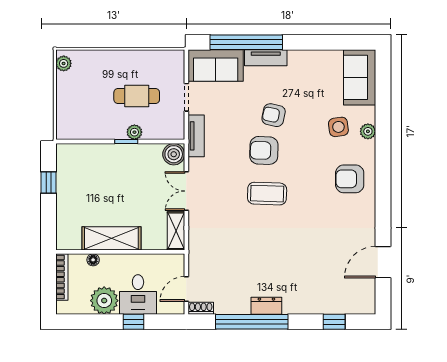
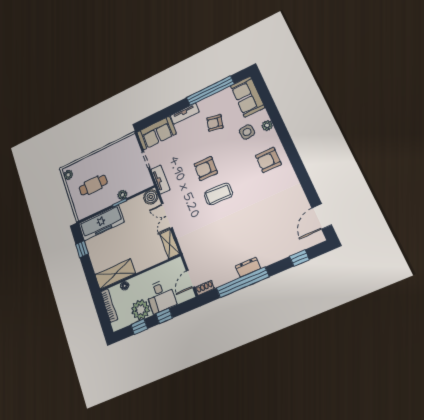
window: (246, 42) -> (210, 91), moved
cafe table: (137, 96) -> (93, 185), moved
armchair: (274, 115) -> (215, 123), moved
freezer: (90, 158) -> (101, 223), added
shelving: (111, 238) -> (115, 274), moved
door: (383, 262) -> (322, 216), moved
window: (94, 322) -> (139, 327), added

